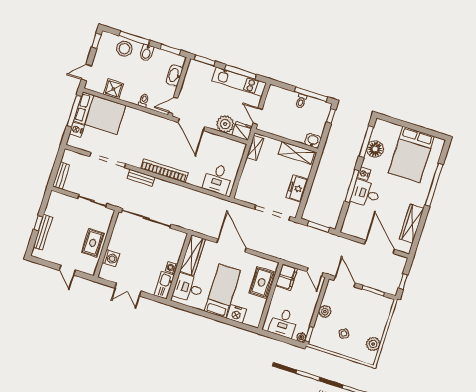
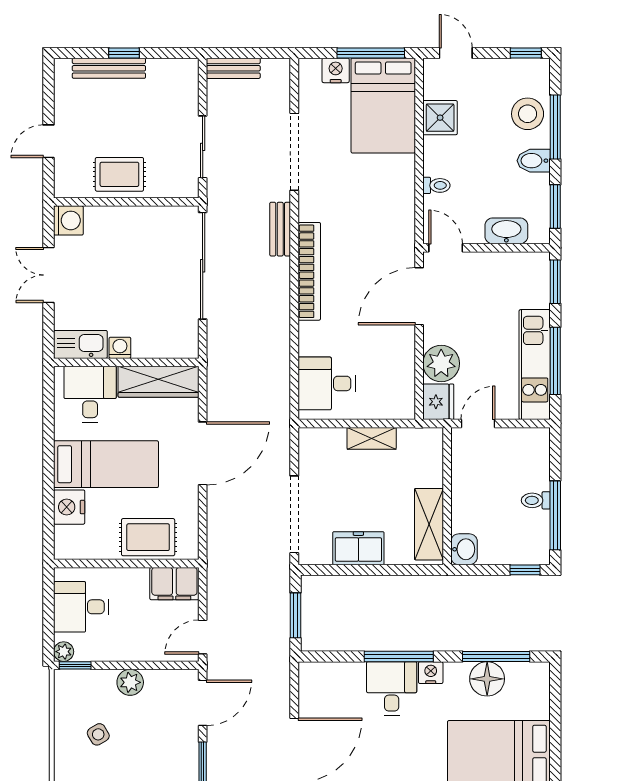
shelving: (255, 148) -> (372, 438), moved
washing machine: (111, 258) -> (68, 220), moved, turned -90

